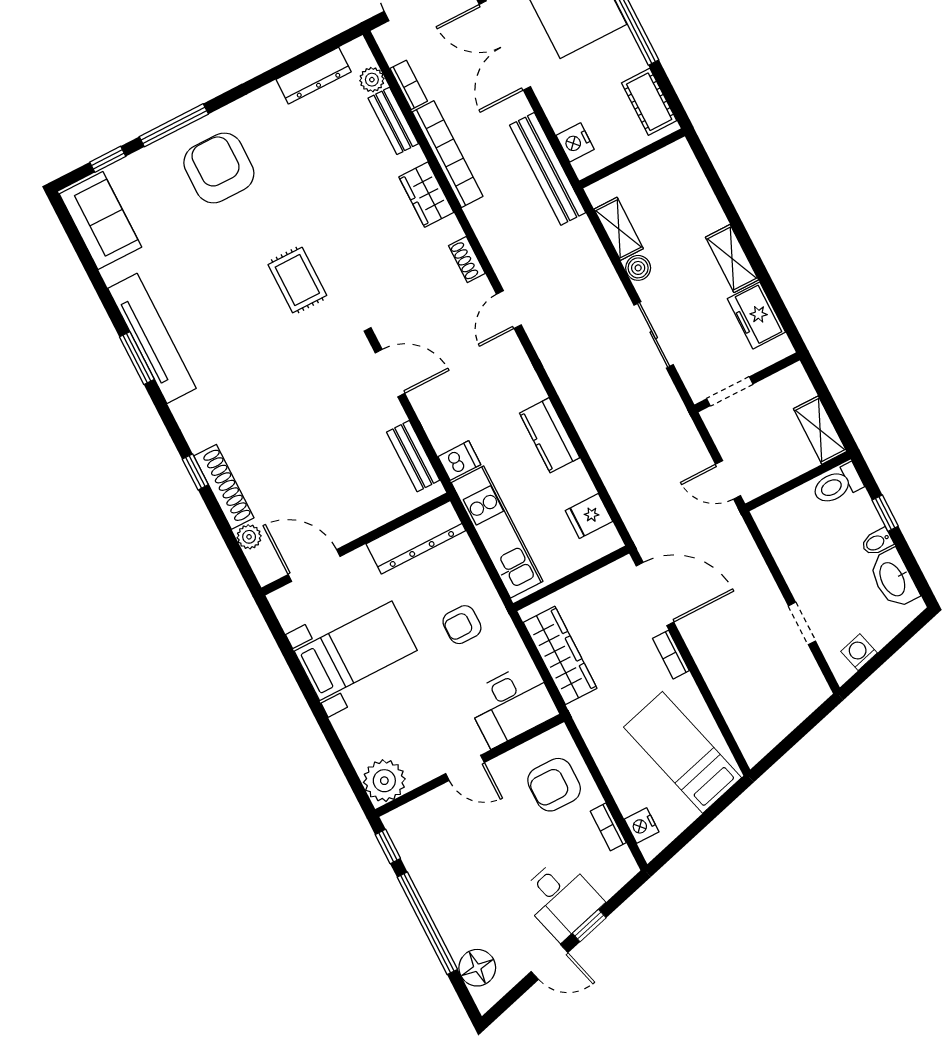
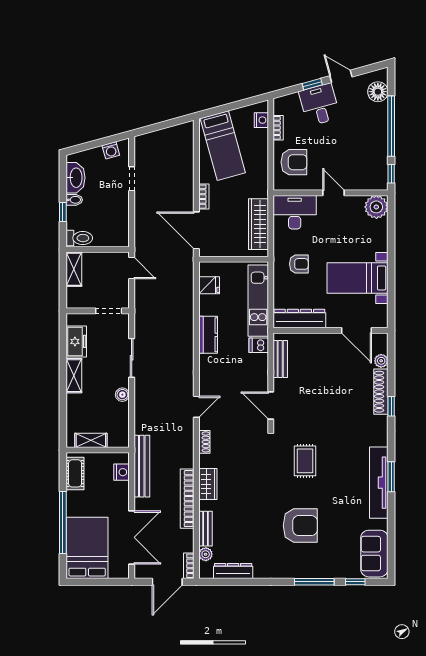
bookcase: (409, 85) -> (189, 566), moved
armchair: (219, 168) -> (300, 526), moved, turned -90
shelving: (619, 229) -> (91, 440), moved, turned 90
rug: (297, 280) -> (305, 461), moved

